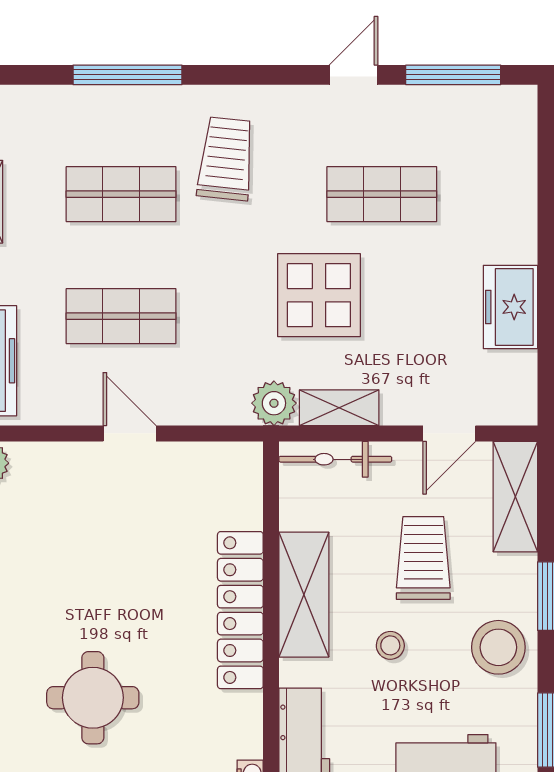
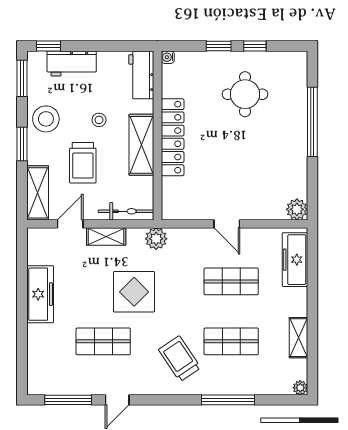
trolley: (226, 159) -> (180, 359), turned 140
freezer: (510, 307) -> (40, 294), width x1.40
shelving: (339, 408) -> (106, 237), moved

